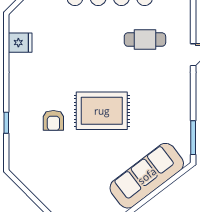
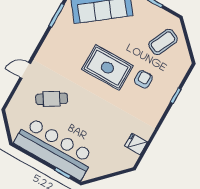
cafe table: (145, 40) -> (52, 99), turned -32
coffee table: (55, 176) -> (163, 42), added

